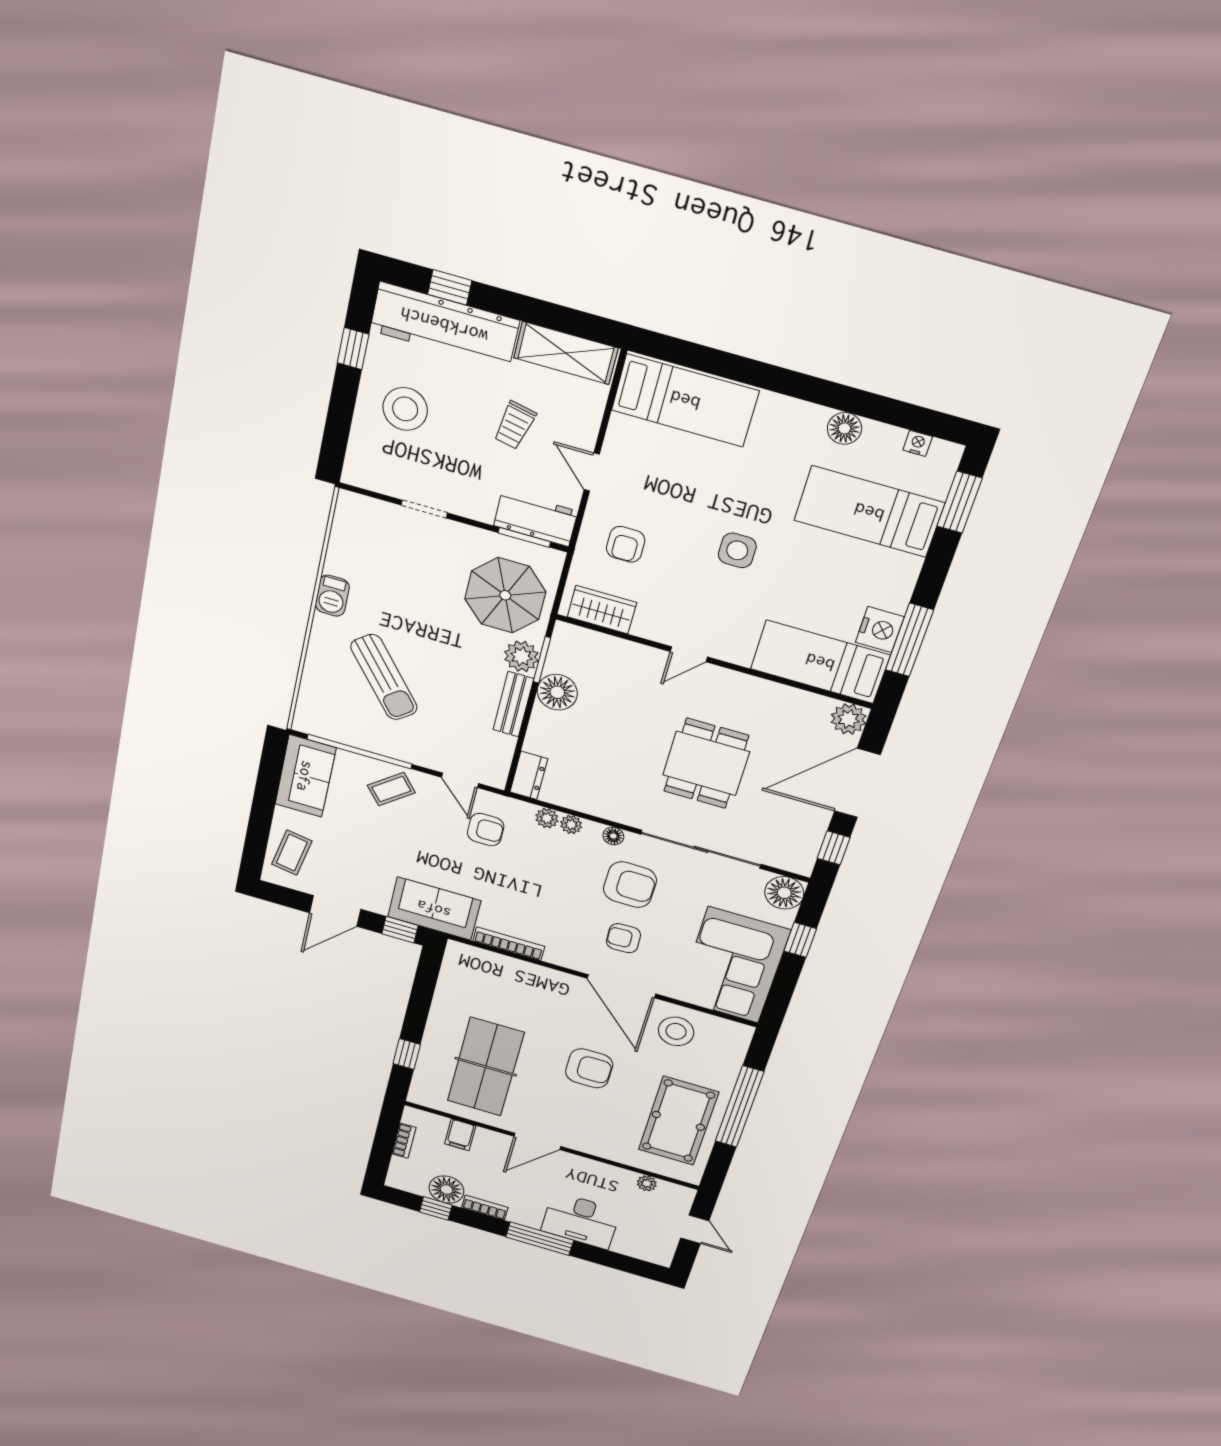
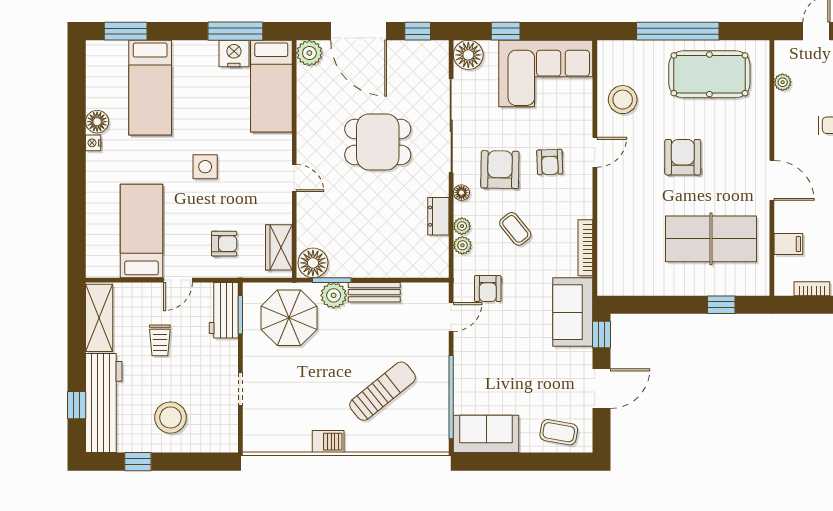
bed: (685, 400) -> (141, 231), moved
trolley: (515, 425) -> (160, 340), turned 78
nightstand: (918, 443) -> (93, 143), moved
floor lamp: (557, 692) -> (313, 263), moved
dresser: (529, 775) -> (438, 216), moved, turned -90
coffee table: (391, 789) -> (515, 229), moved
armchair: (486, 830) -> (488, 289), turned 180
door: (335, 911) -> (602, 389), hinge flipped
door: (621, 986) -> (595, 152), width x0.53

